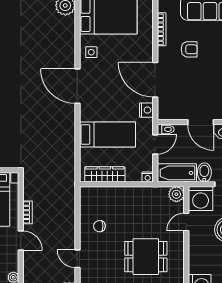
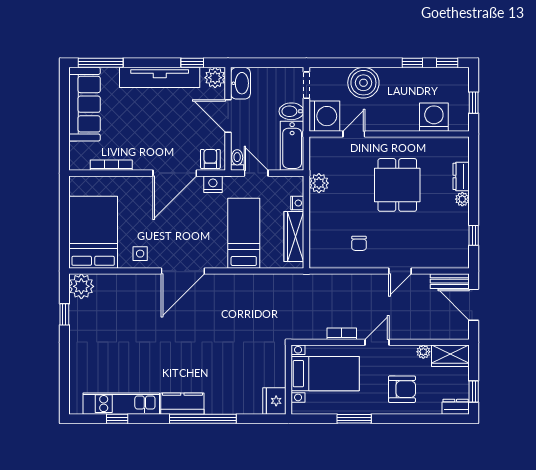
armchair: (189, 49) -> (210, 159), moved
door: (201, 122) -> (228, 116), swing flipped
nightstand: (148, 177) -> (297, 203), moved
plant: (176, 194) -> (319, 183), moved
door: (186, 222) -> (354, 134), swing flipped

